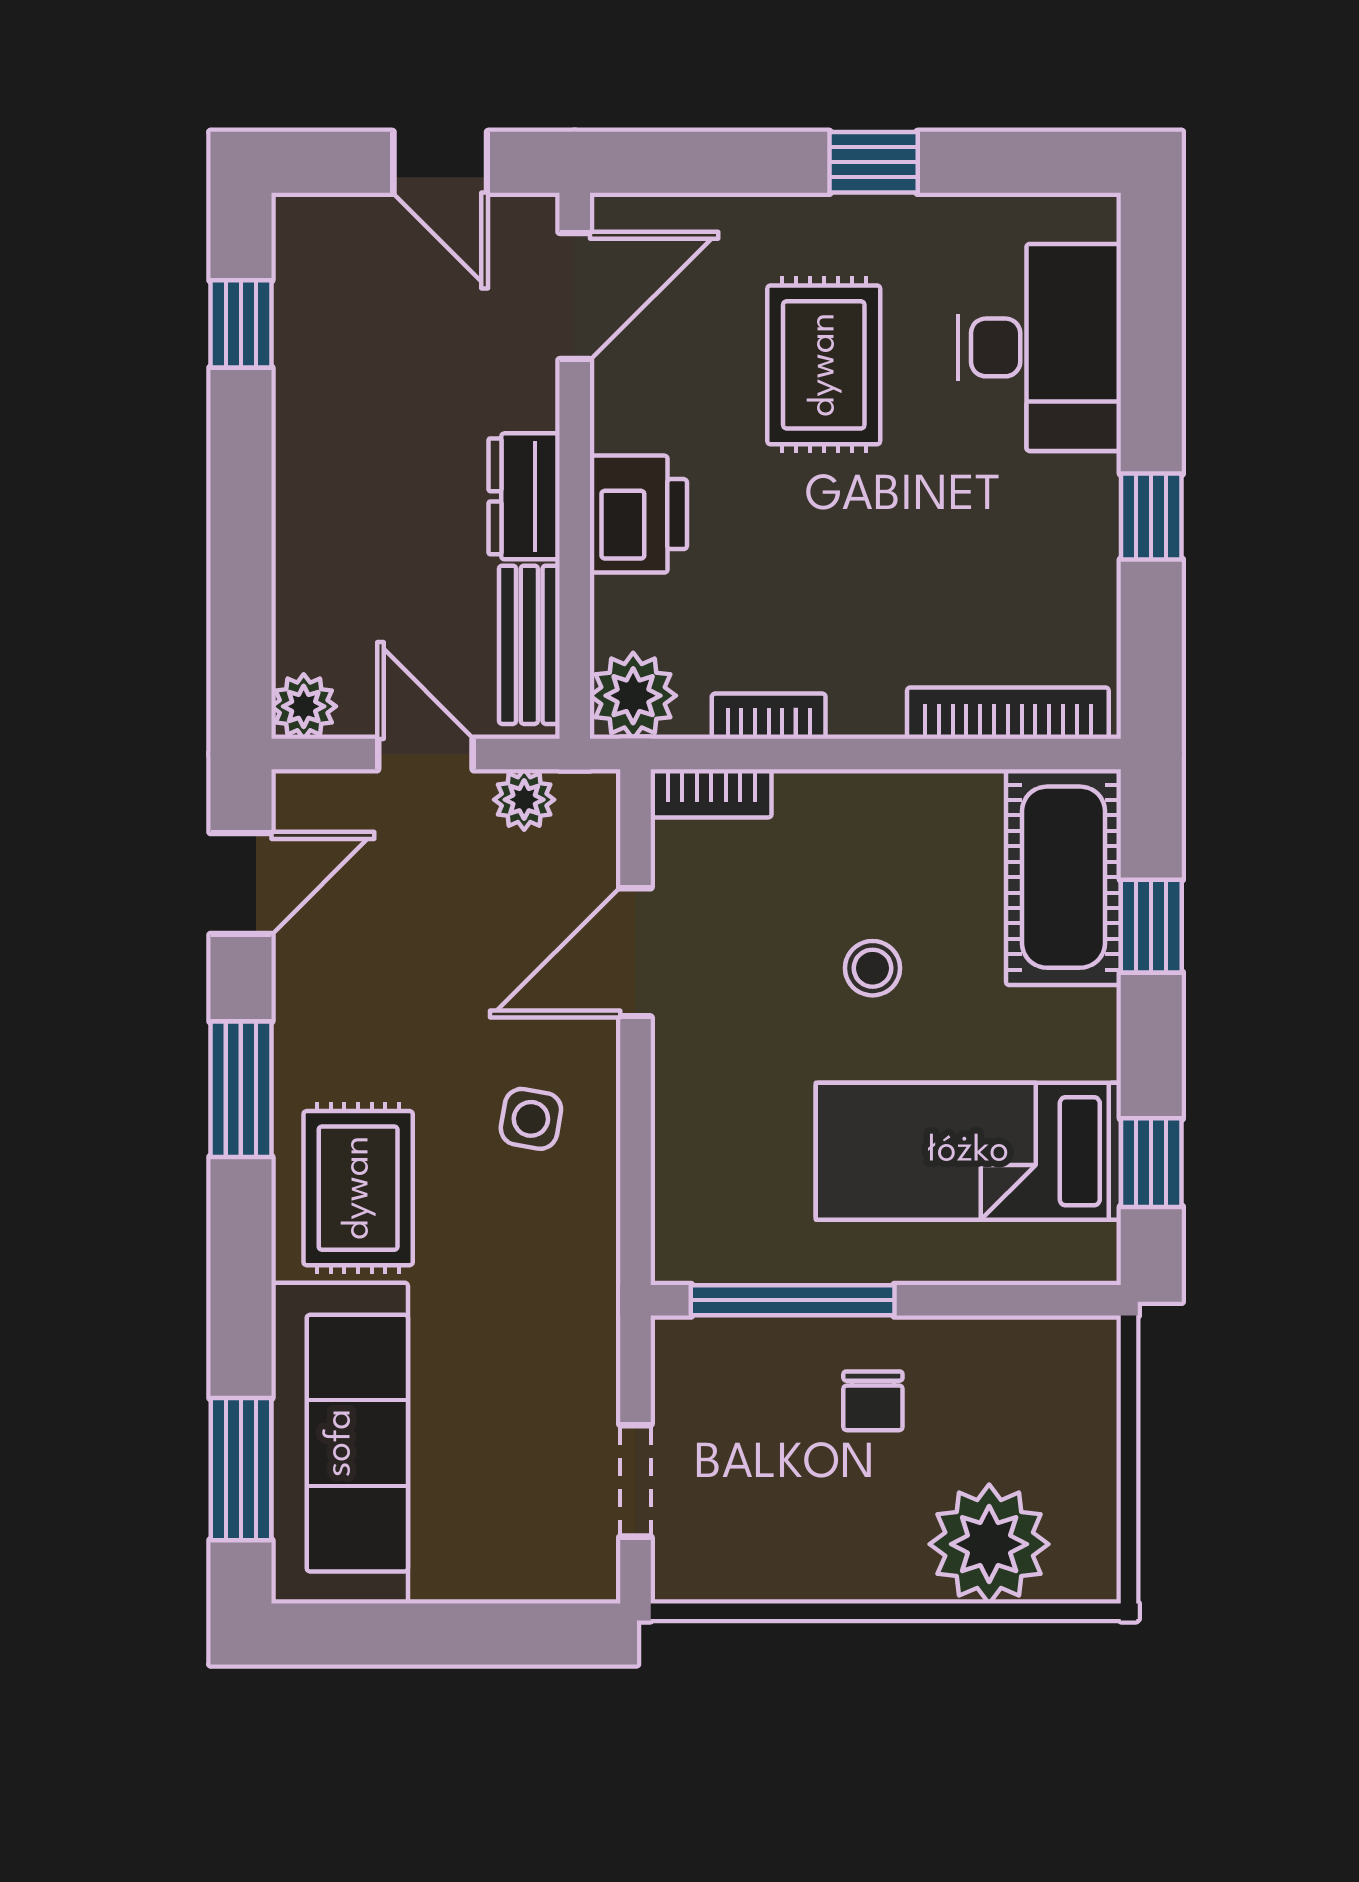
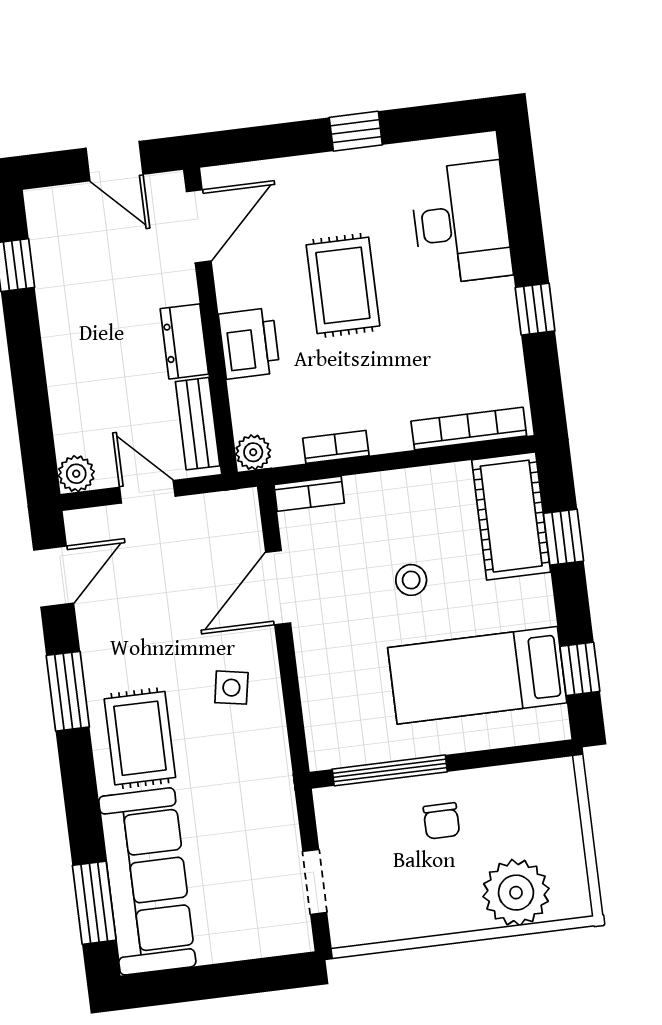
rug: (824, 365) -> (343, 285), moved
plant: (633, 696) -> (253, 452), width x0.73, depth x0.73
plant: (524, 800) -> (205, 510), removed

